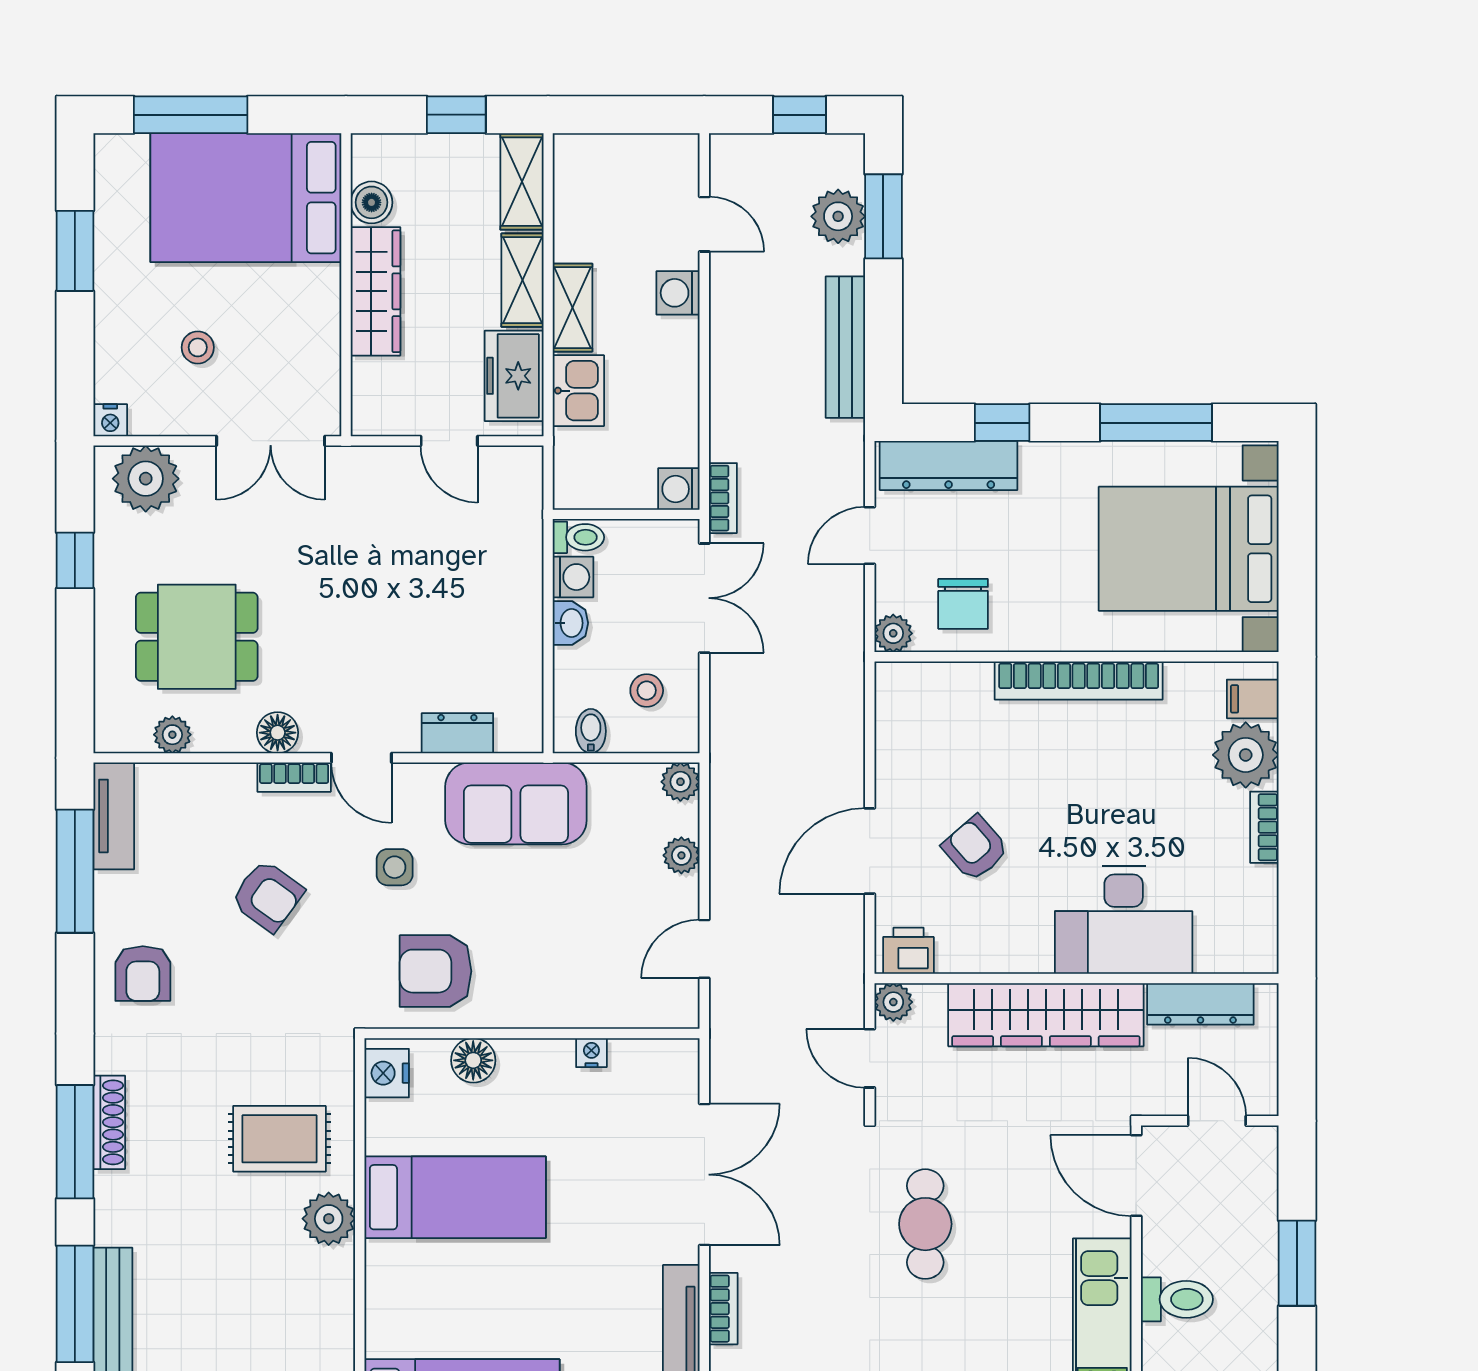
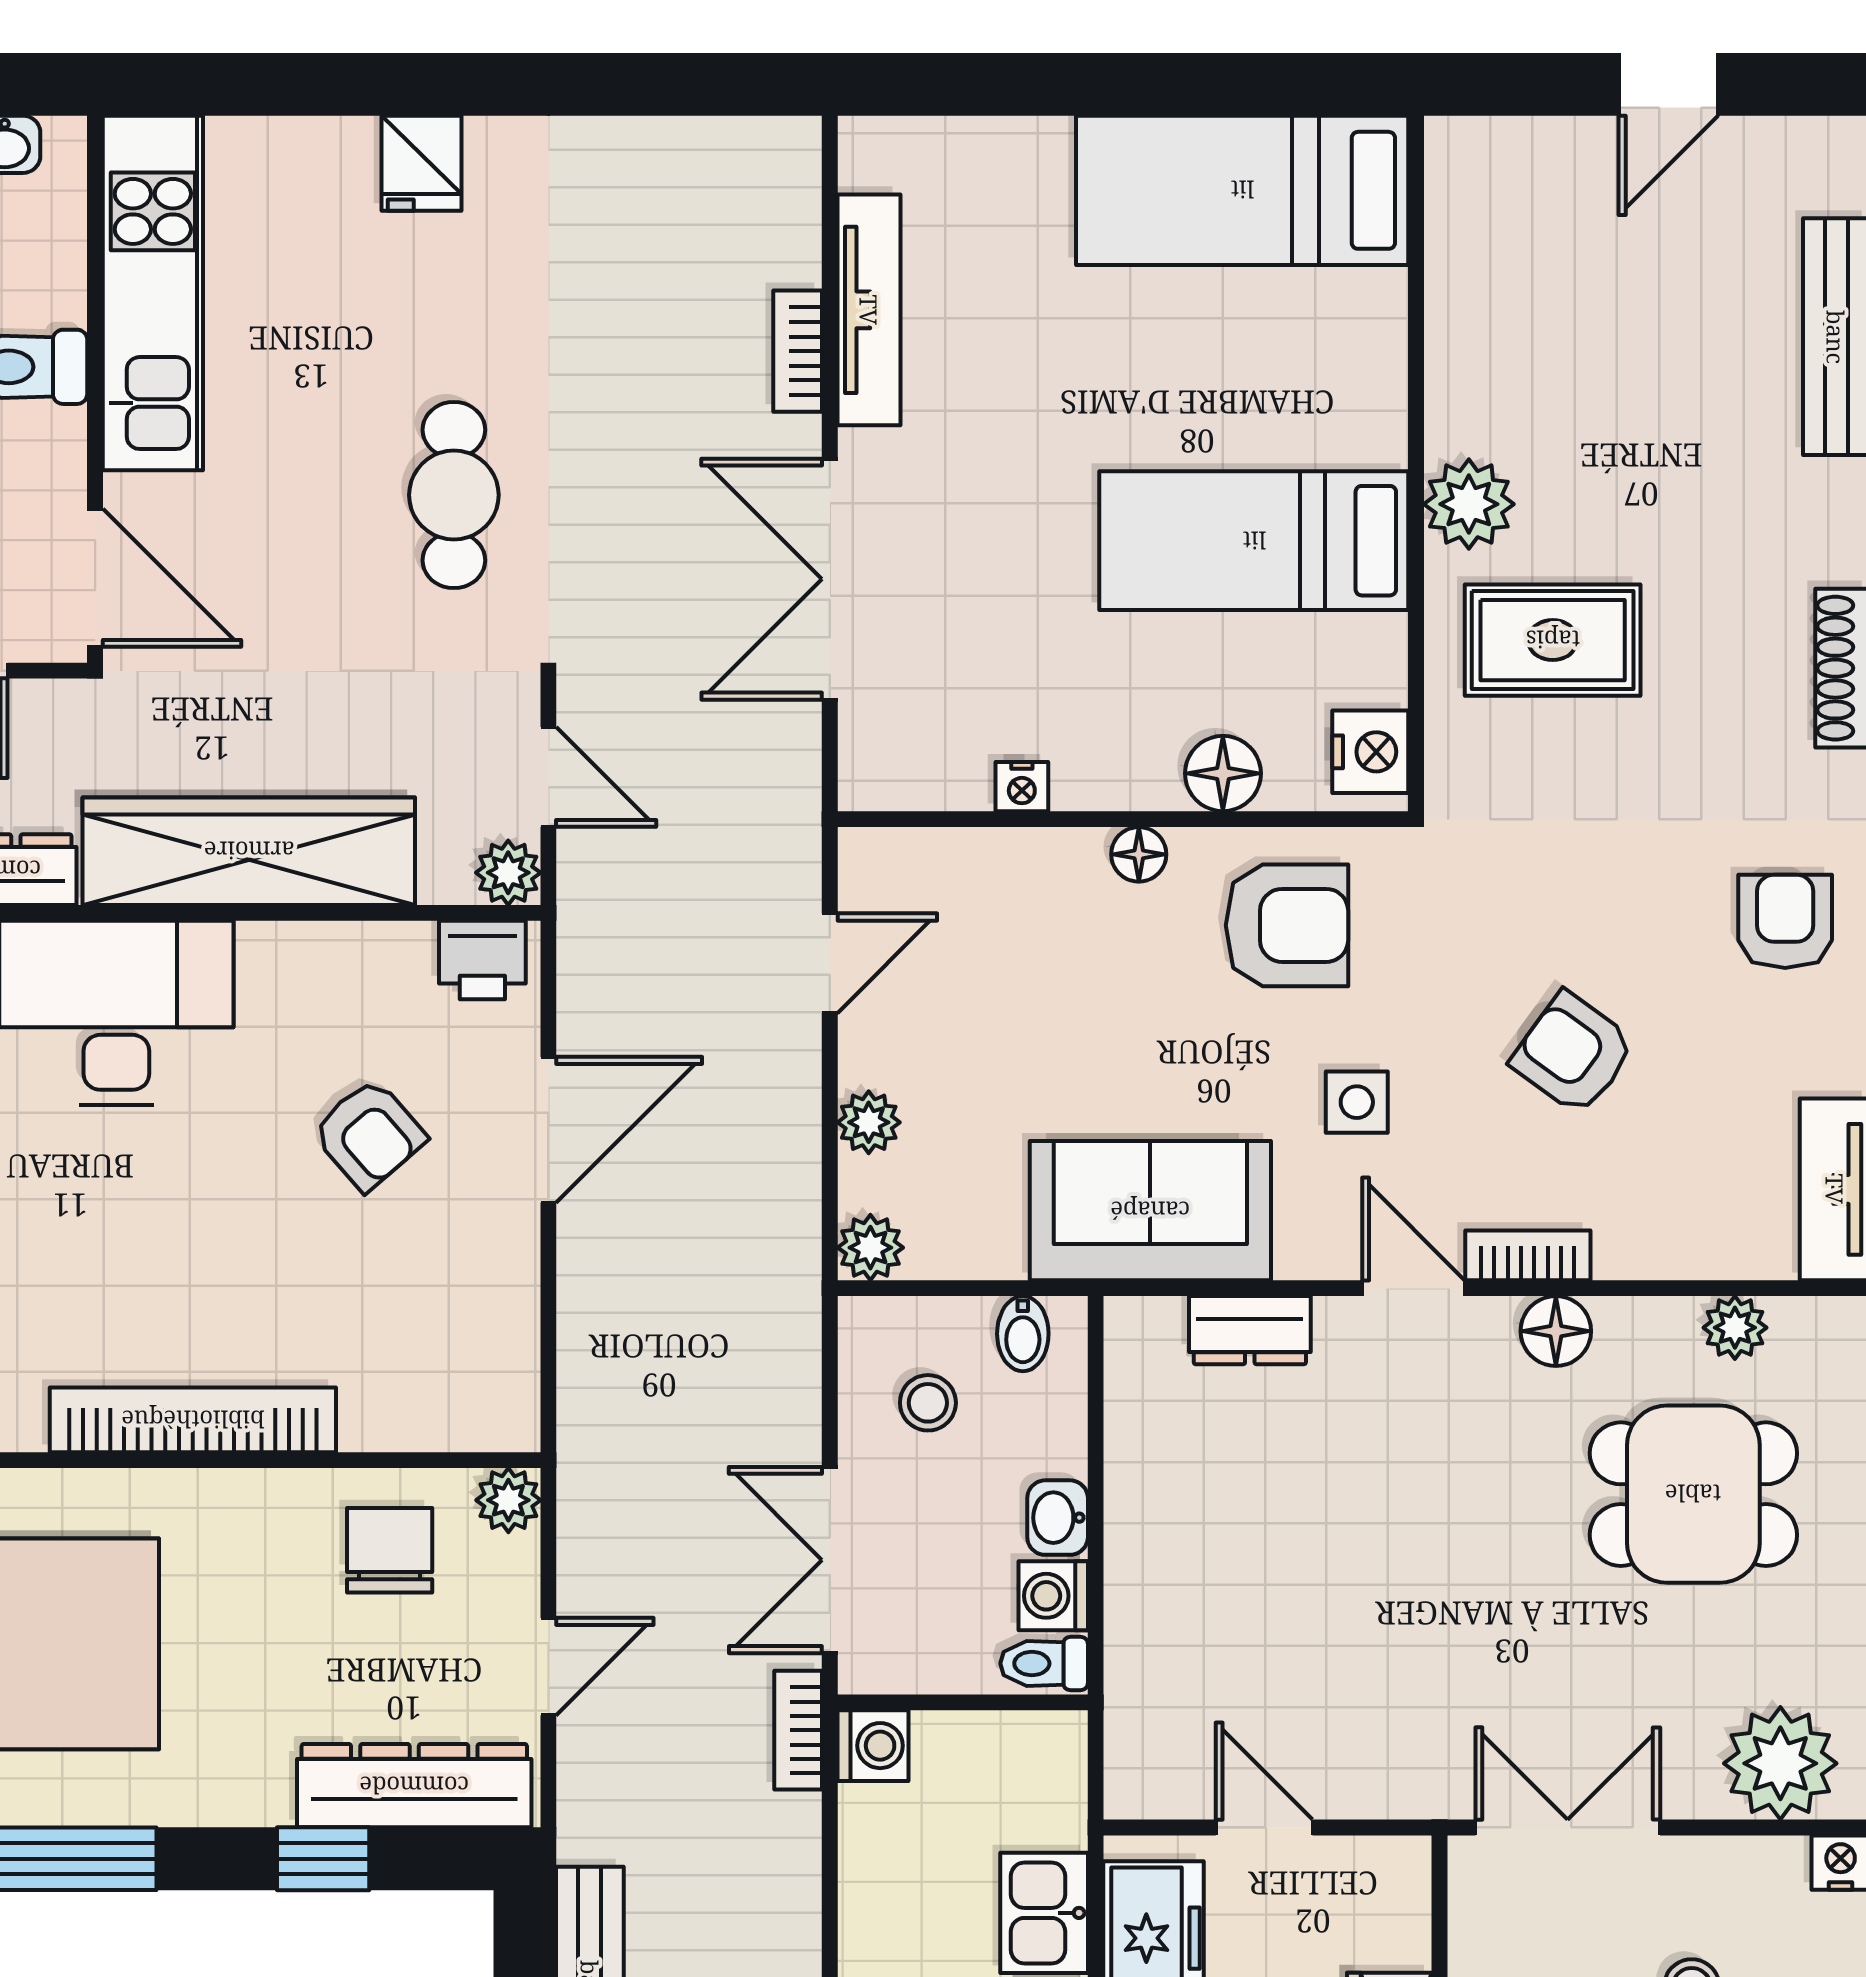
floor lamp: (523, 1013) -> (1139, 854), added

